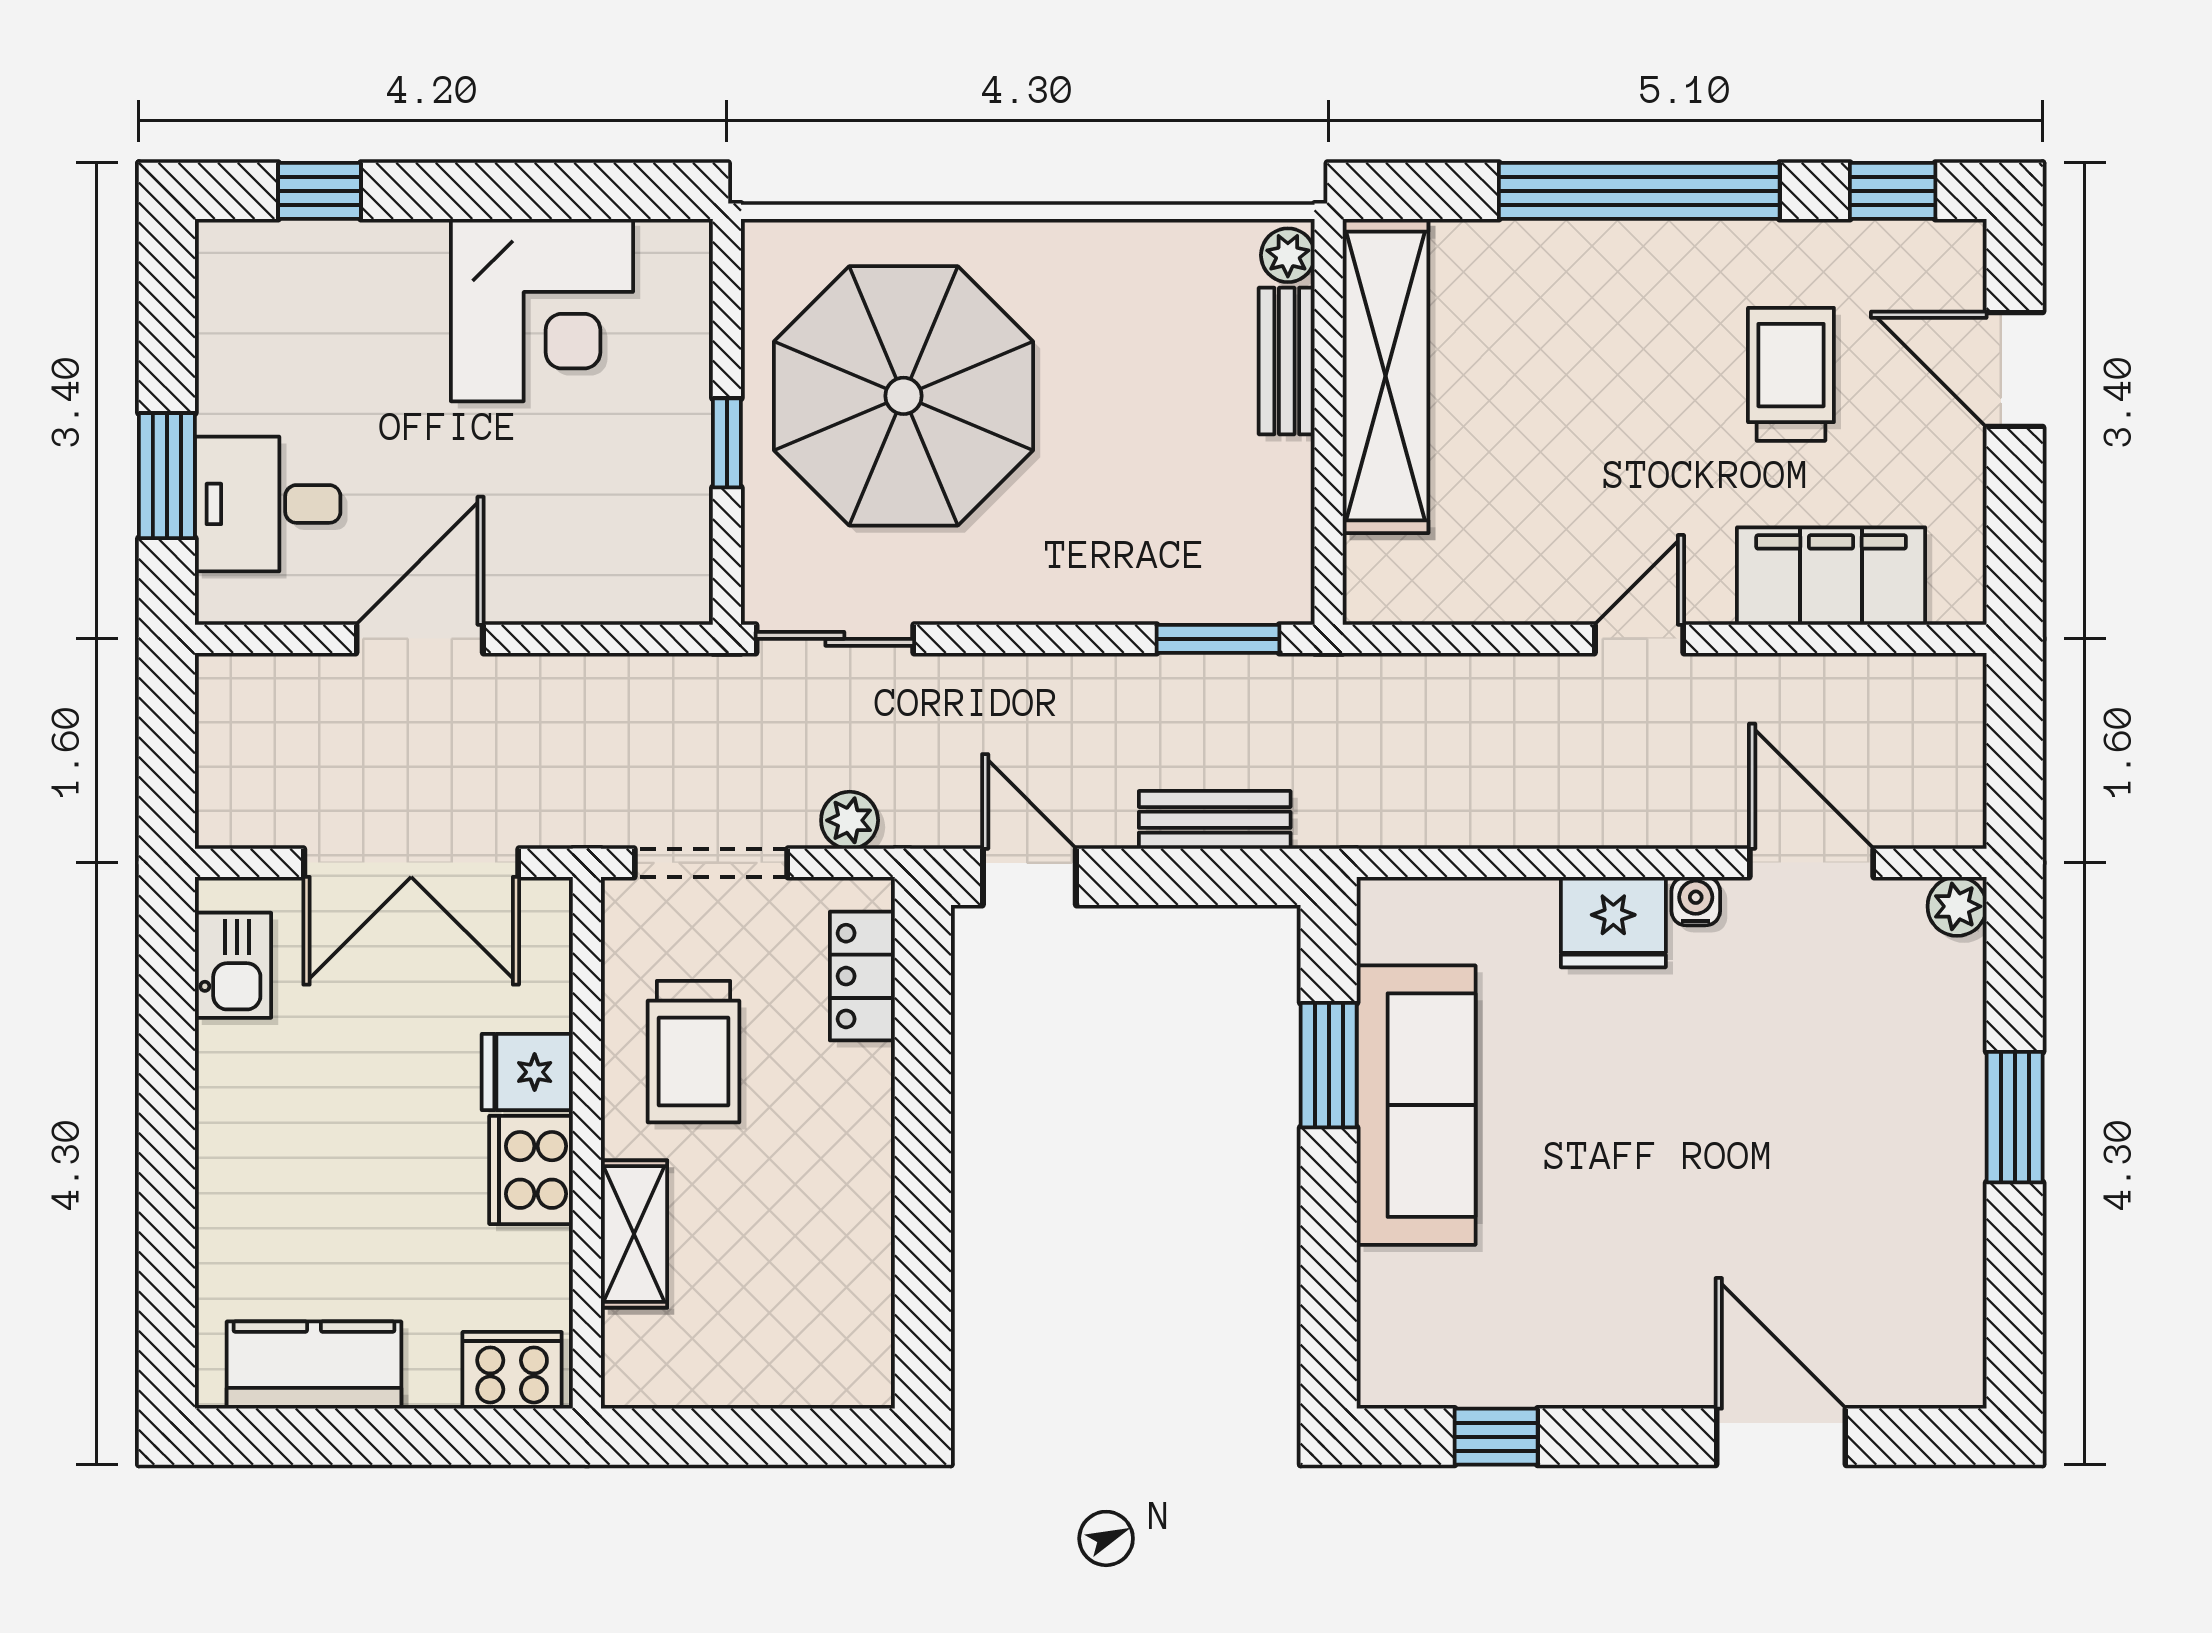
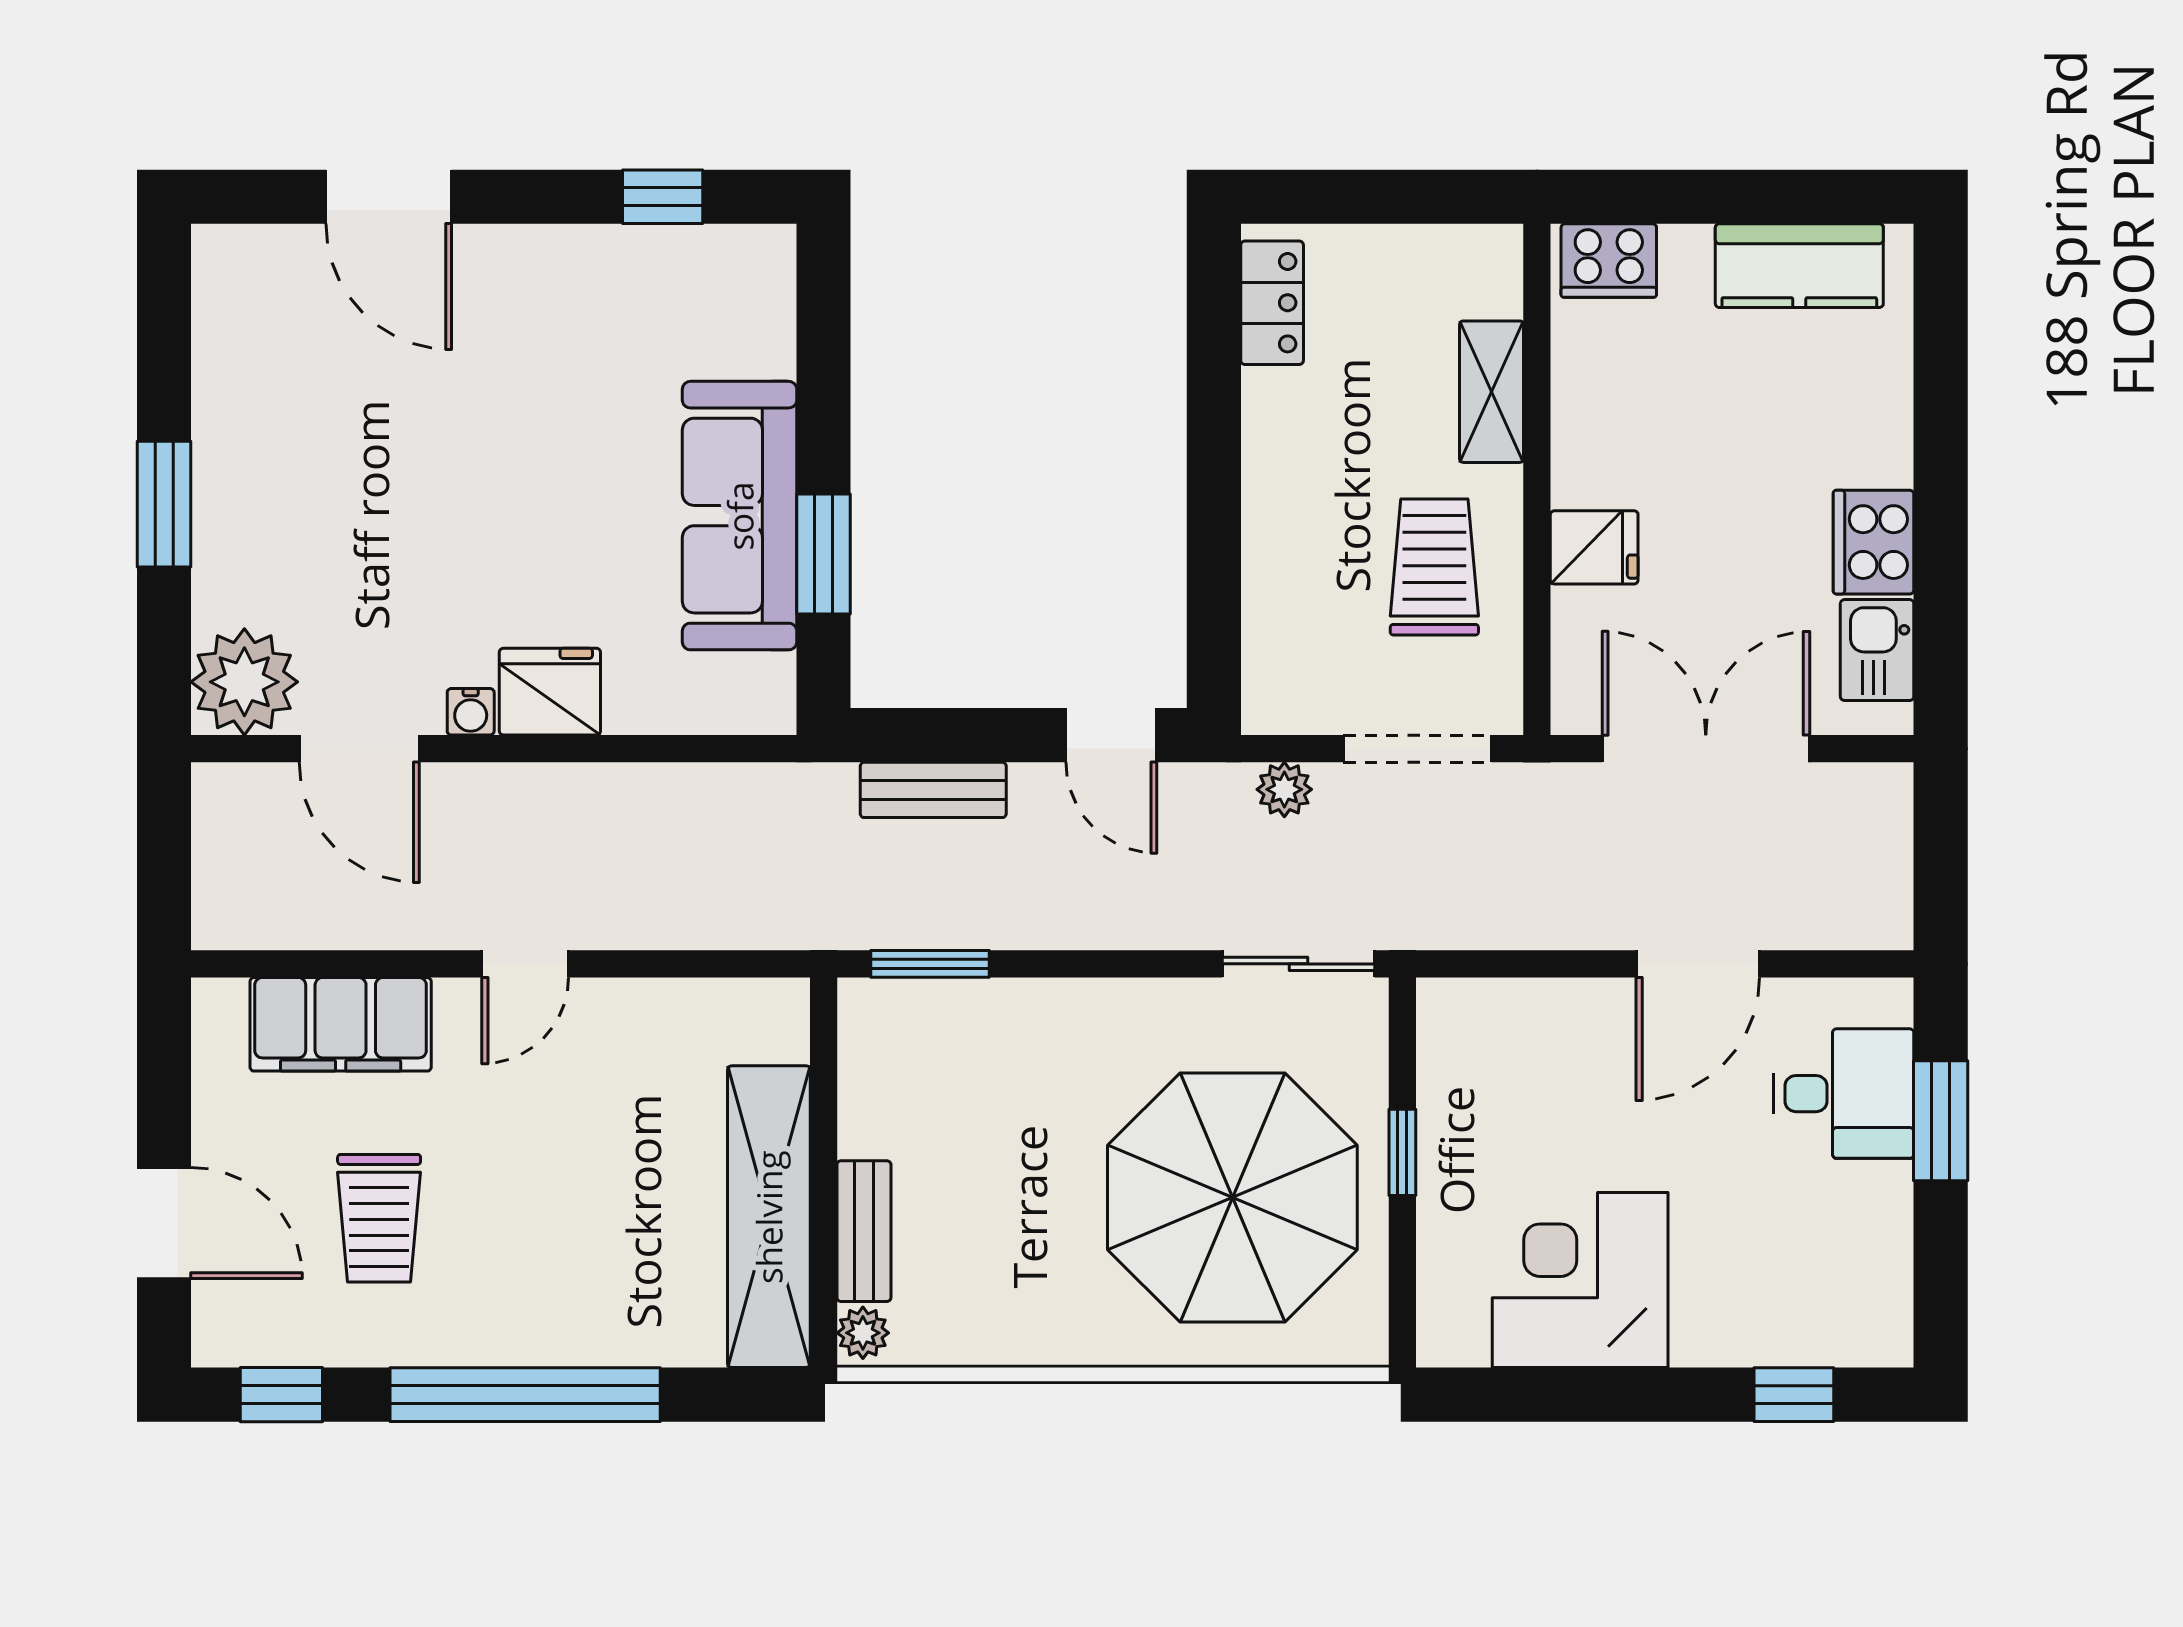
plant: (1957, 906) -> (244, 682), width x1.88, depth x1.88
locker: (862, 976) -> (1272, 303), moved
cooker: (531, 1170) -> (1874, 542), moved, turned 180

